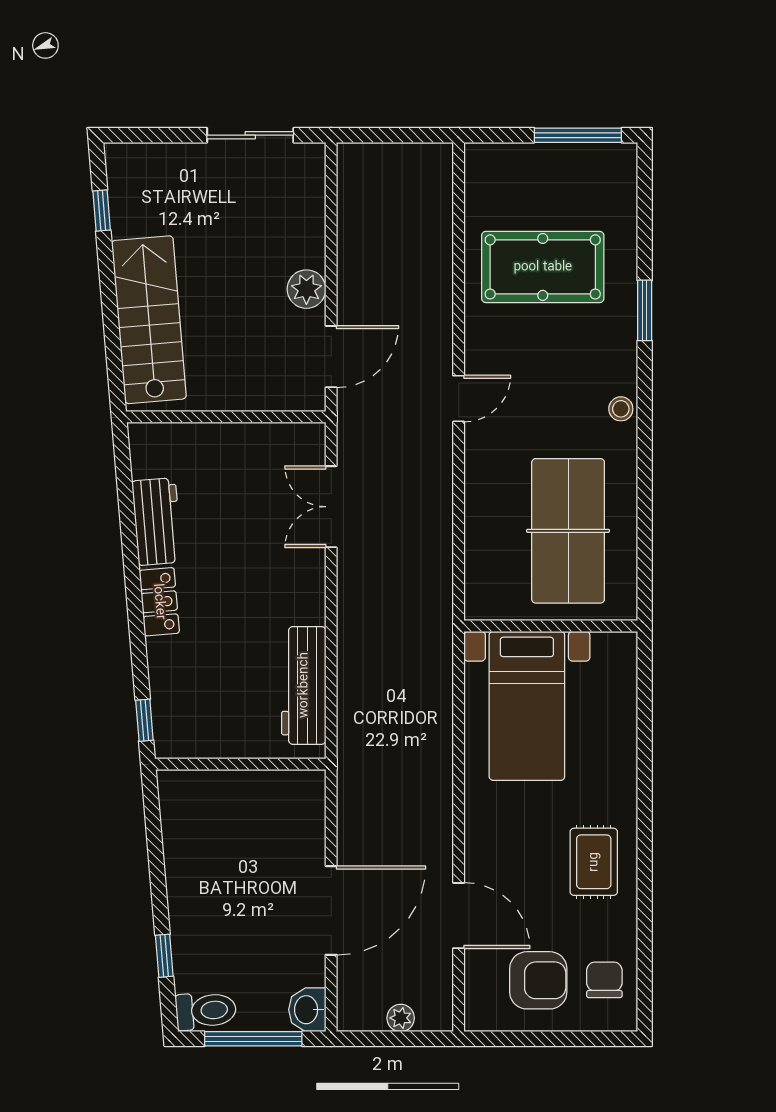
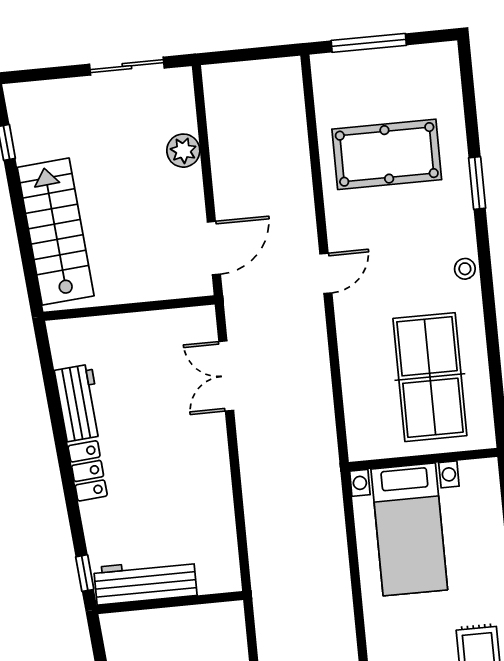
window: (578, 135) -> (369, 43), moved
plant: (306, 289) -> (183, 151), moved
workbench: (304, 685) -> (145, 581), moved, turned 90

